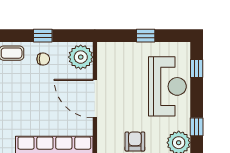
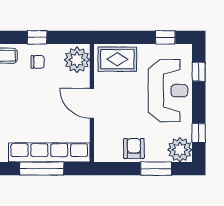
window: (146, 36) -> (165, 37), moved
rug: (119, 56) -> (117, 59), added
door: (95, 99) -> (92, 103), width x0.73

